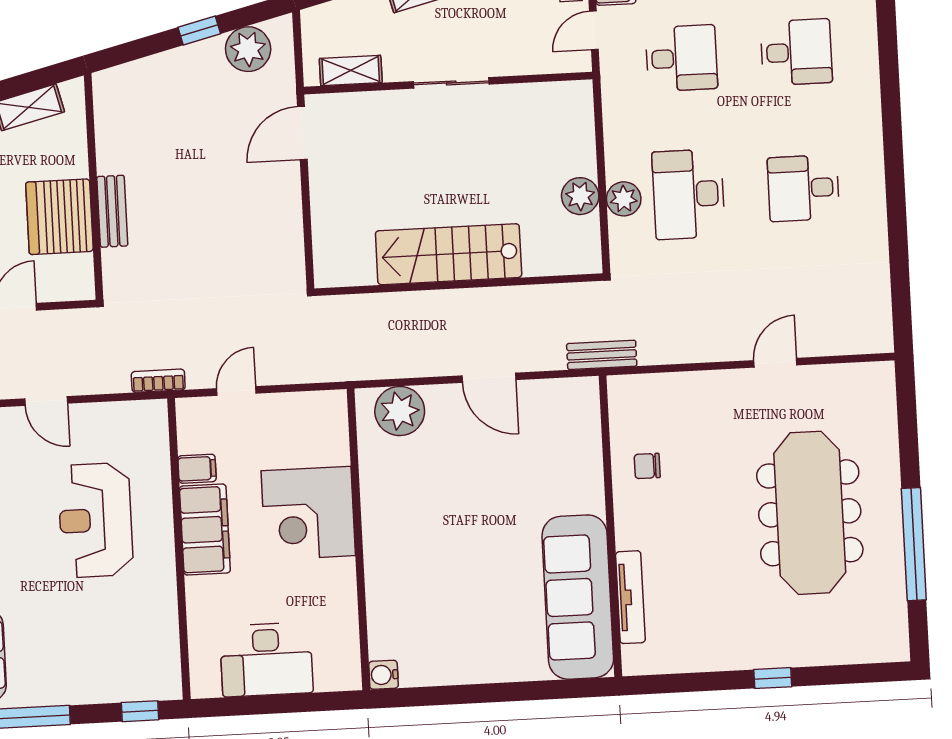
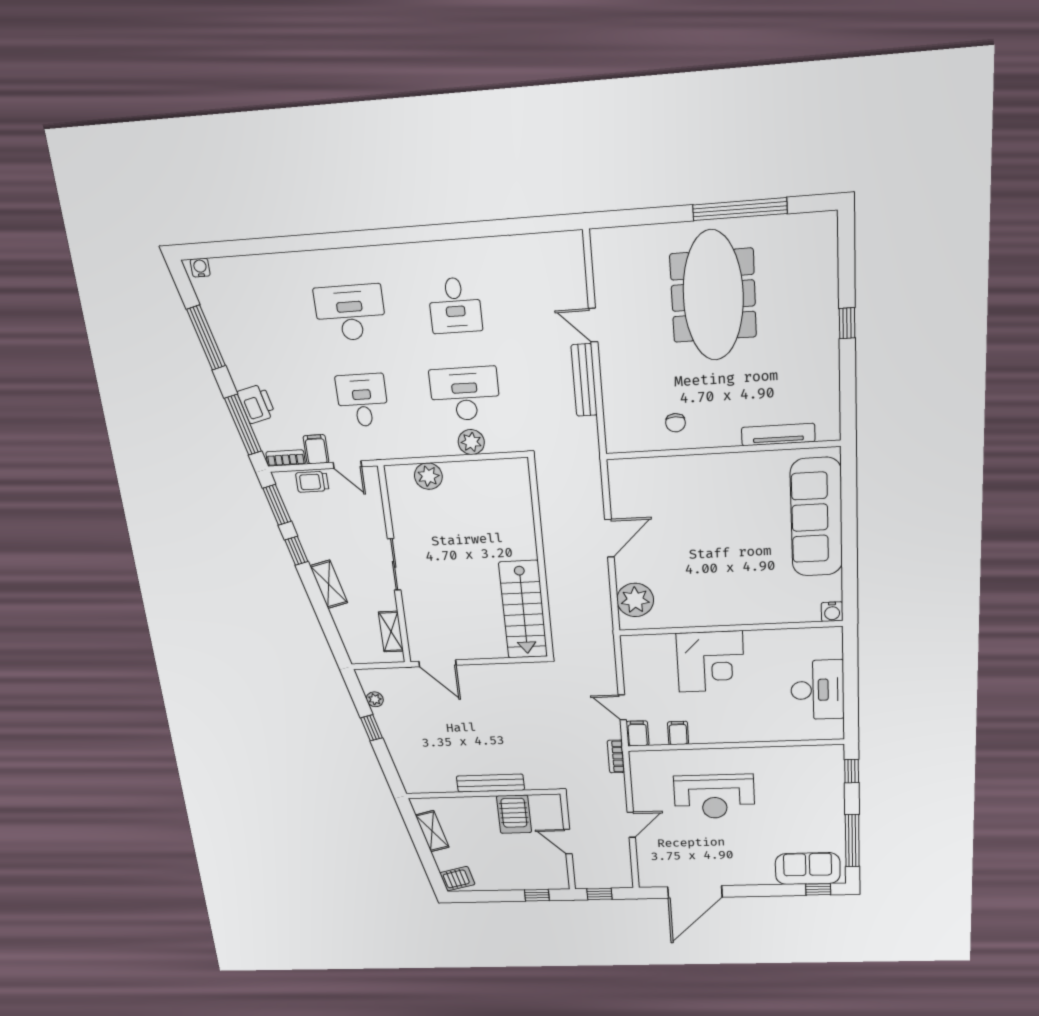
plant: (248, 49) -> (375, 699), width x0.53, depth x0.53
desk: (796, 52) -> (350, 313), width x1.37
desk: (689, 194) -> (465, 394), turned 180
plant: (580, 196) -> (428, 476), moved
bench: (112, 211) -> (490, 783), width x1.36
server rack: (59, 217) -> (514, 814), width x0.62
stairs: (449, 254) -> (523, 610), moved
bench: (602, 355) -> (584, 380), moved, width x1.36
meeting table: (810, 513) -> (713, 296), turned 90
filing cabinet: (205, 530) -> (638, 734), moved, width x0.33, depth x0.86
sofa: (578, 597) -> (816, 517), moved, turned 90

